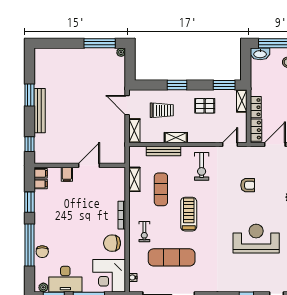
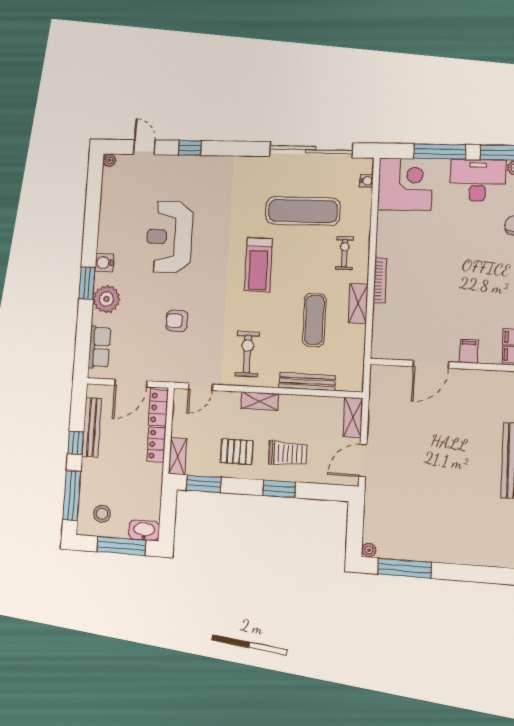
door: (127, 105) -> (363, 461), swing flipped
trolley: (162, 110) -> (288, 453), moved, turned 180
shelving: (176, 138) -> (260, 401), moved
shelving: (134, 179) -> (358, 303), moved
treadmill: (189, 214) -> (258, 265), moved
reception desk: (256, 239) -> (169, 237), turned 90
chair: (112, 243) -> (398, 236), removed

